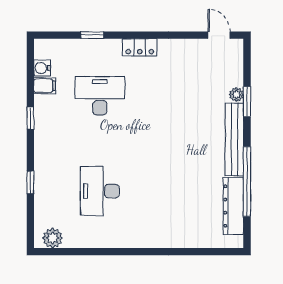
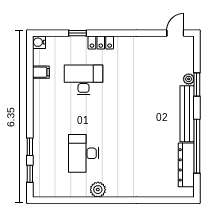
door: (219, 35) -> (175, 33), hinge flipped
locker: (140, 47) -> (101, 43), moved
water cooler: (42, 68) -> (39, 42), moved
window: (30, 118) -> (30, 174), moved
plant: (53, 238) -> (98, 190), moved

